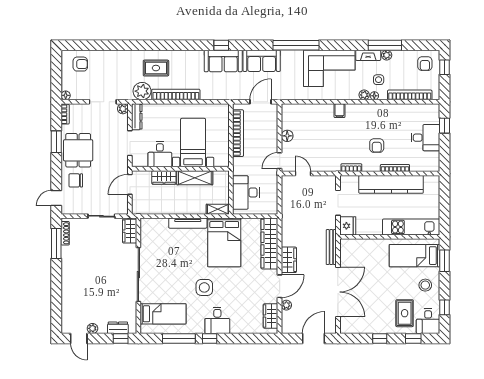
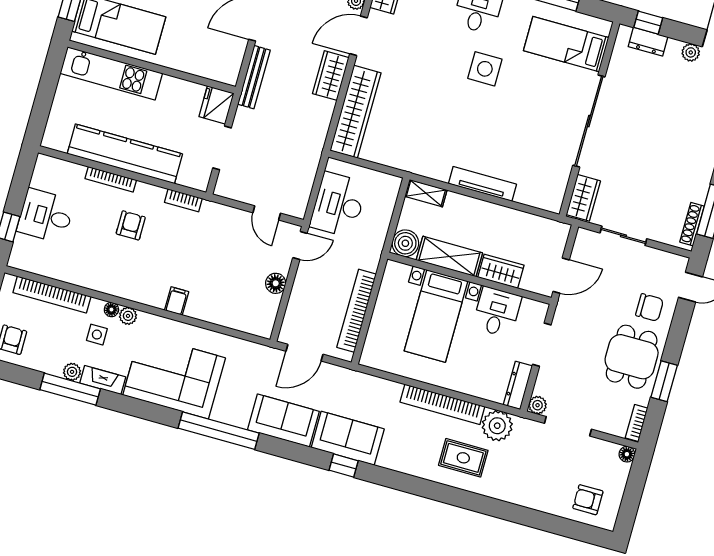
boiler: (221, 178) -> (405, 243), added
desk: (246, 193) -> (338, 205), moved, turned 180
bed: (224, 242) -> (431, 135), removed

